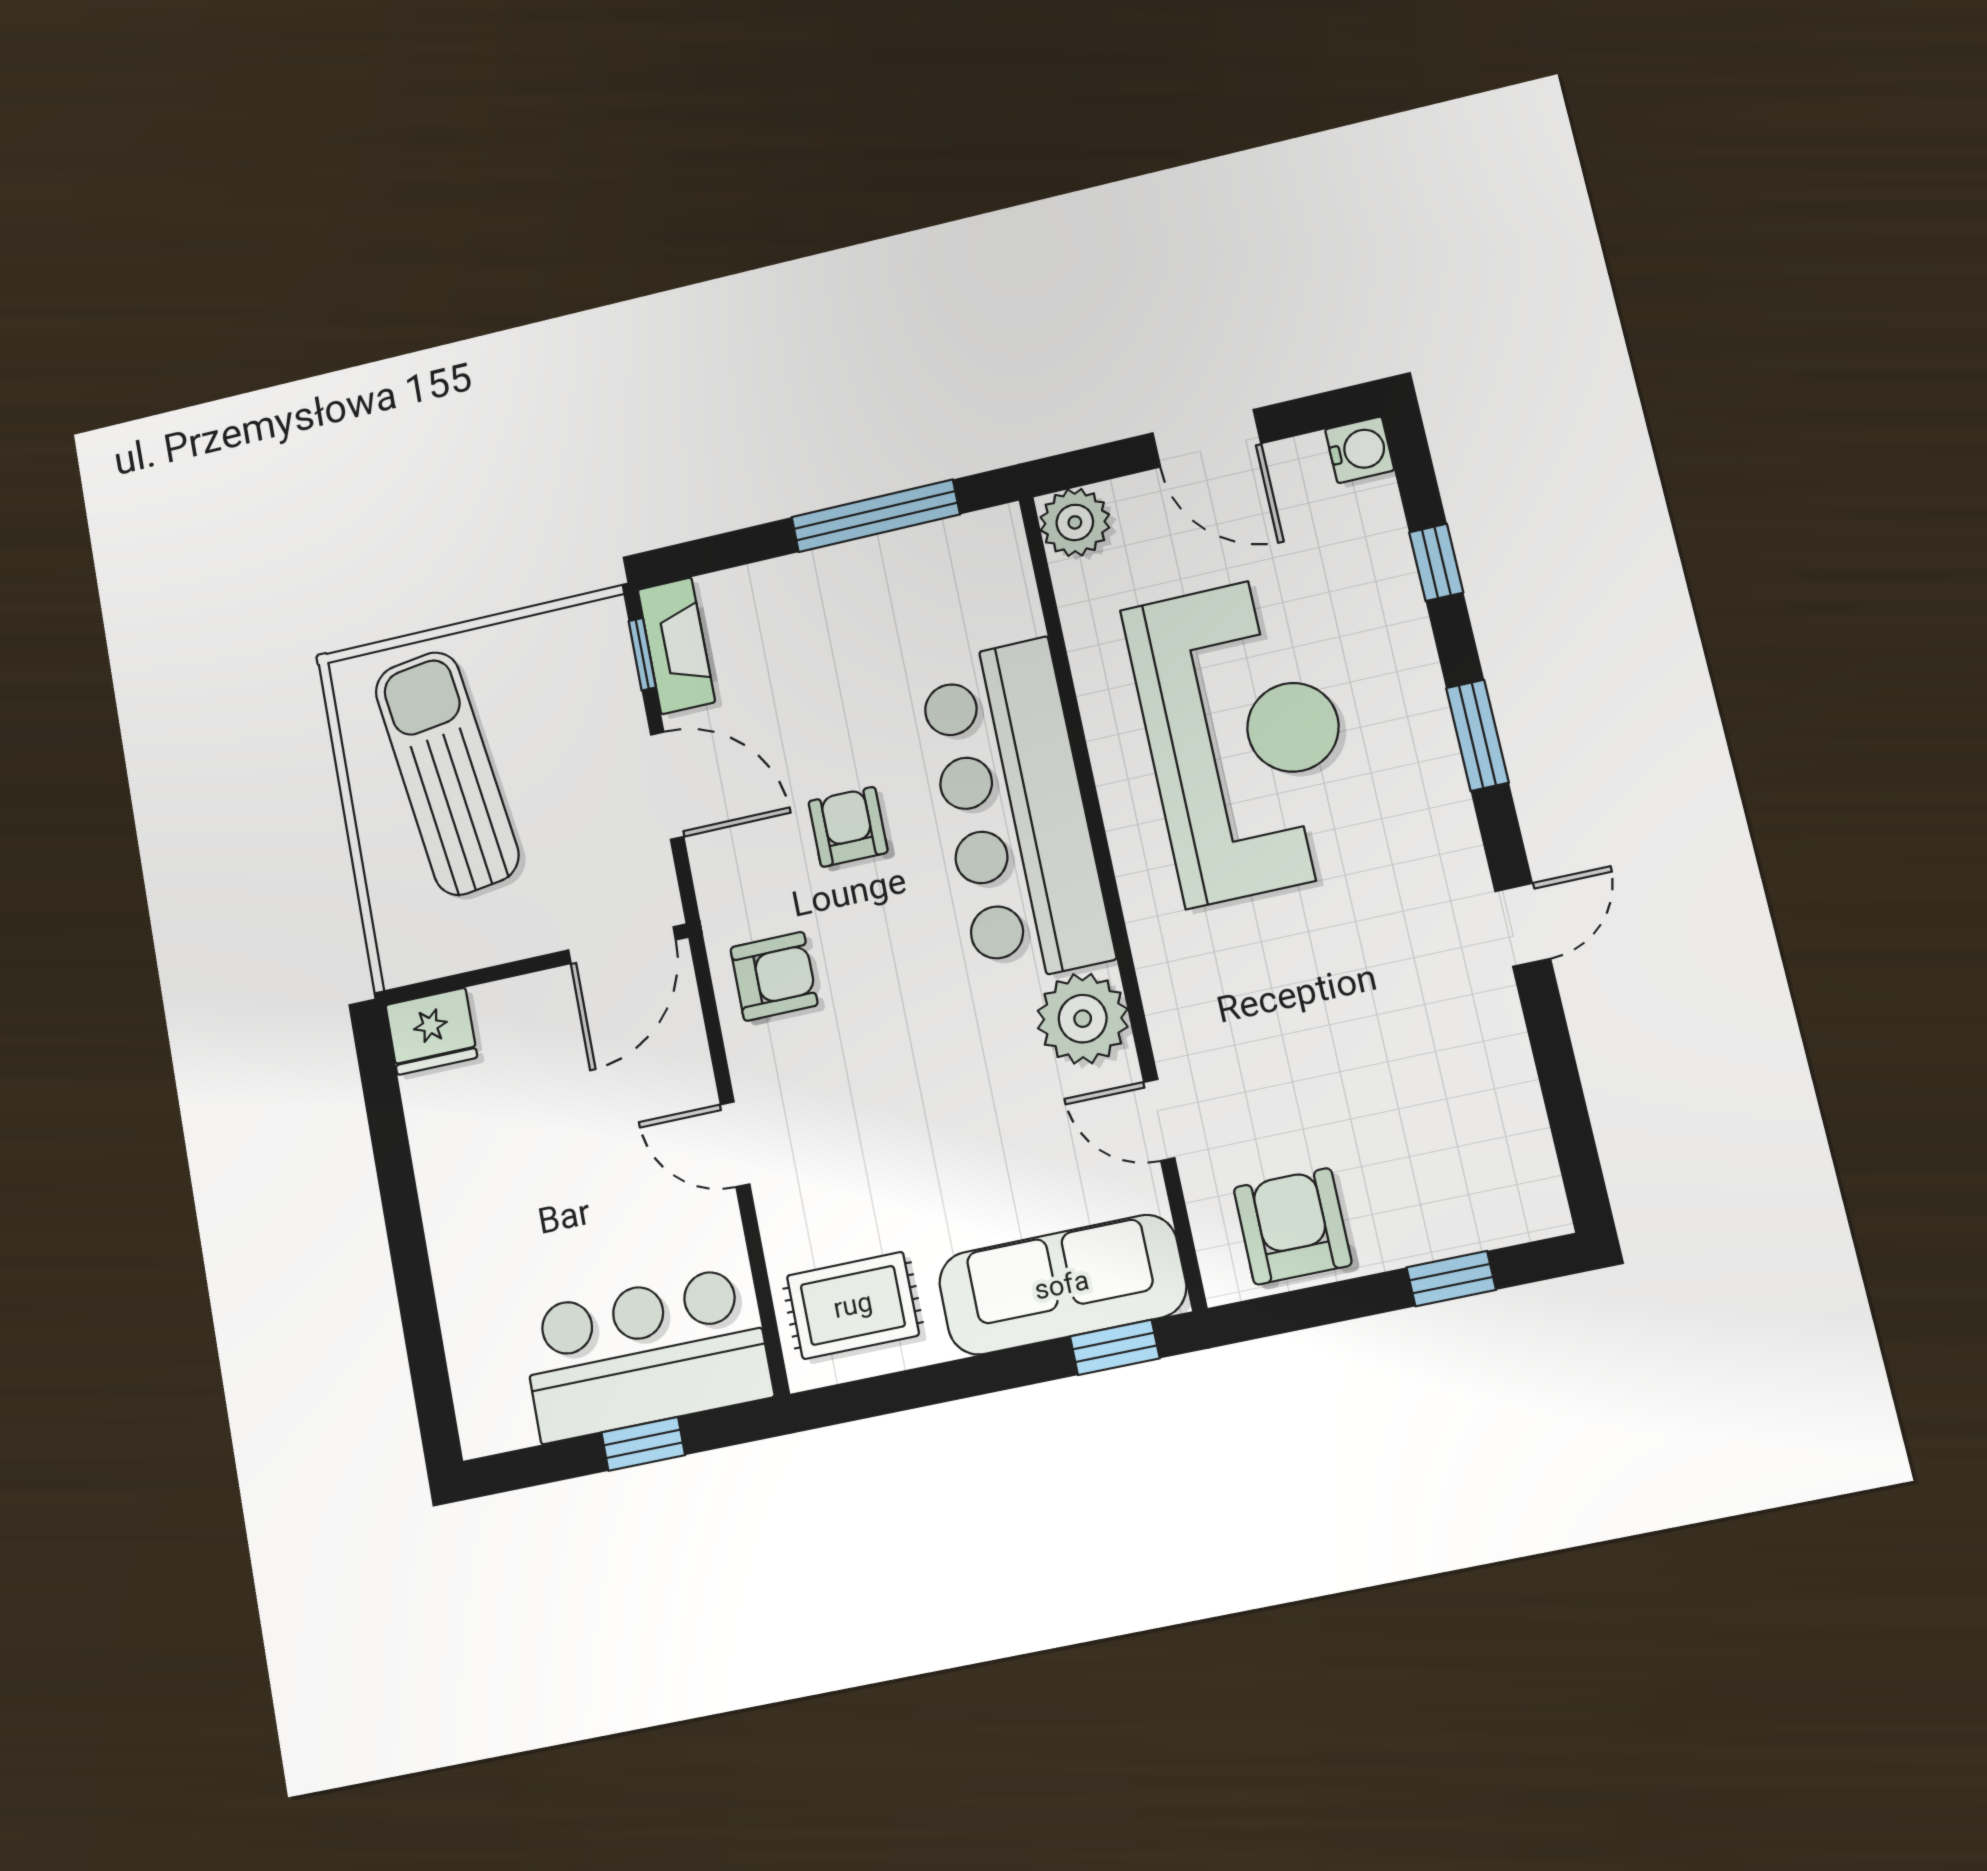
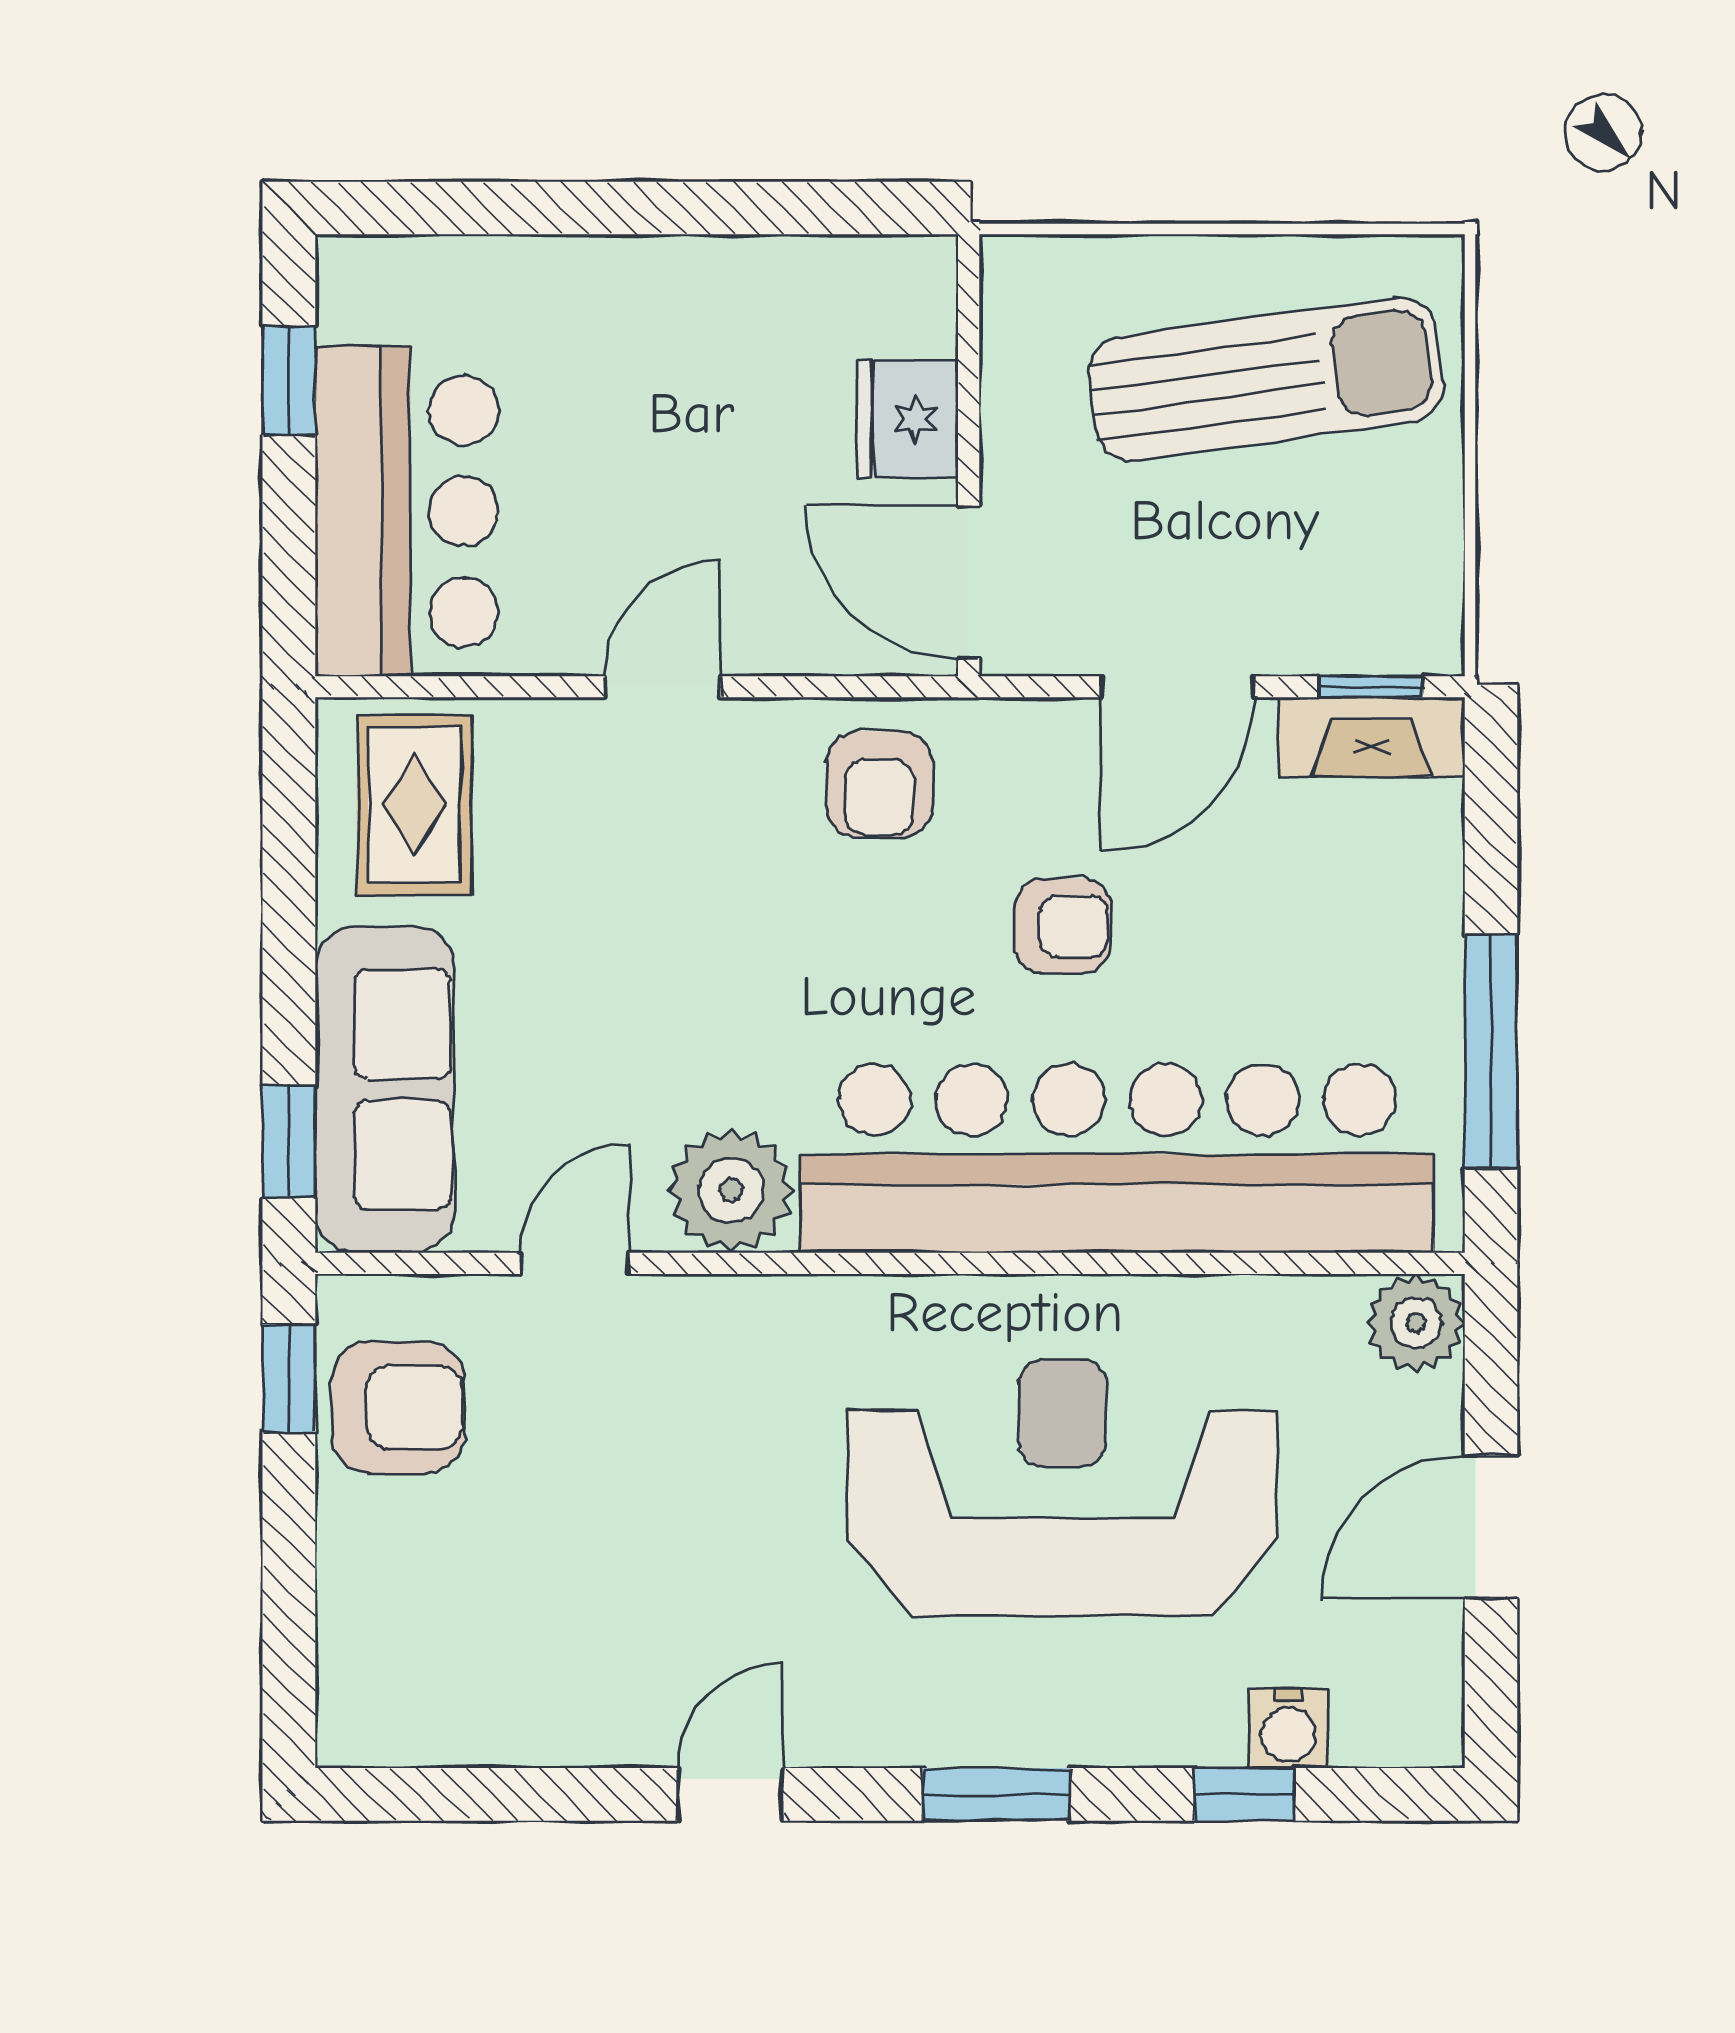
water cooler: (1360, 450) -> (1288, 1728), moved
reception desk: (1245, 738) -> (1063, 1487), turned 180
bar counter: (1015, 811) -> (1117, 1158), width x1.36
door: (1523, 925) -> (730, 1794), swing flipped
fridge: (431, 1031) -> (908, 419), moved
window: (1451, 1279) -> (289, 1378), moved
window: (643, 1444) -> (289, 381), moved

